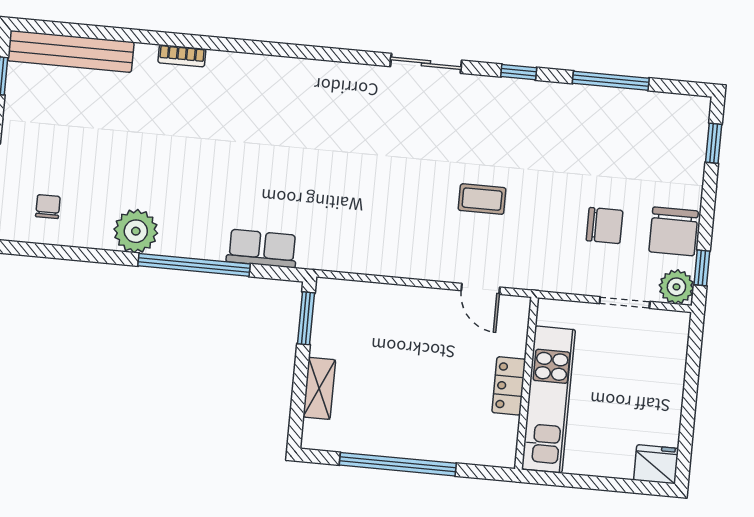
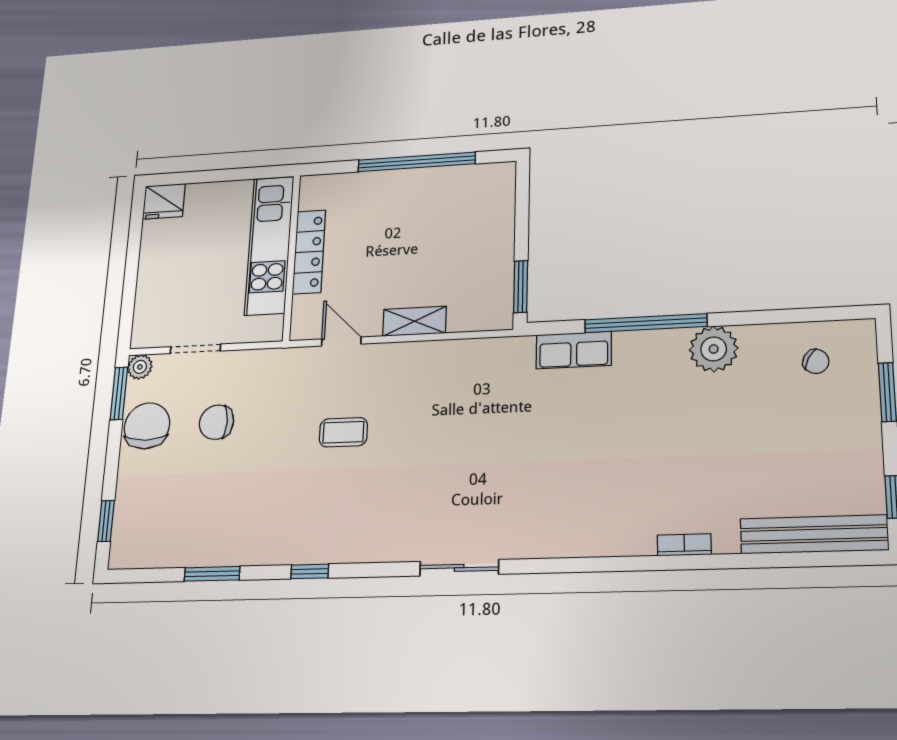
sliding door: (426, 63) -> (459, 568), moved
window: (611, 81) -> (212, 574), width x0.69
chair: (48, 207) -> (816, 361), turned -62
window: (702, 268) -> (119, 393), width x1.50
plant: (676, 287) -> (140, 367), width x0.73, depth x0.73
locker: (509, 386) -> (309, 252), width x1.53
shelving: (319, 388) -> (414, 321), moved, turned 90

